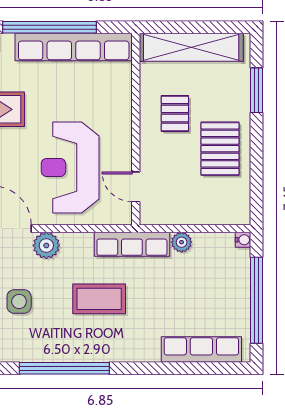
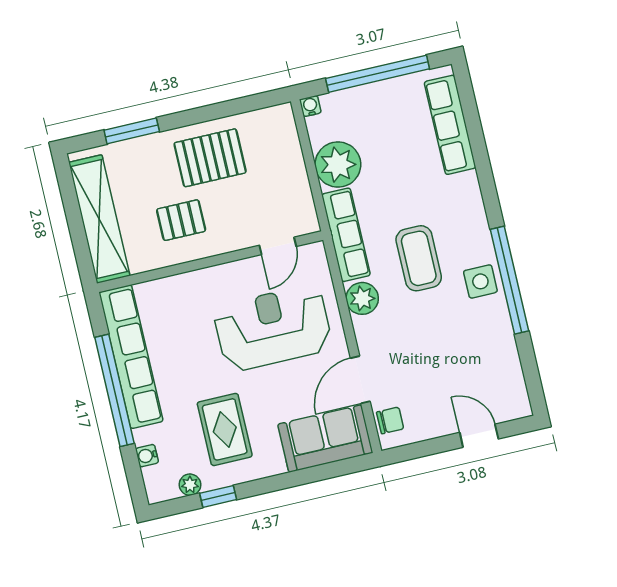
reception desk: (70, 167) -> (273, 328), turned 180
plant: (182, 242) -> (338, 165), width x1.87, depth x1.87
plant: (46, 245) -> (362, 298), moved
side table: (19, 302) -> (480, 281), moved

